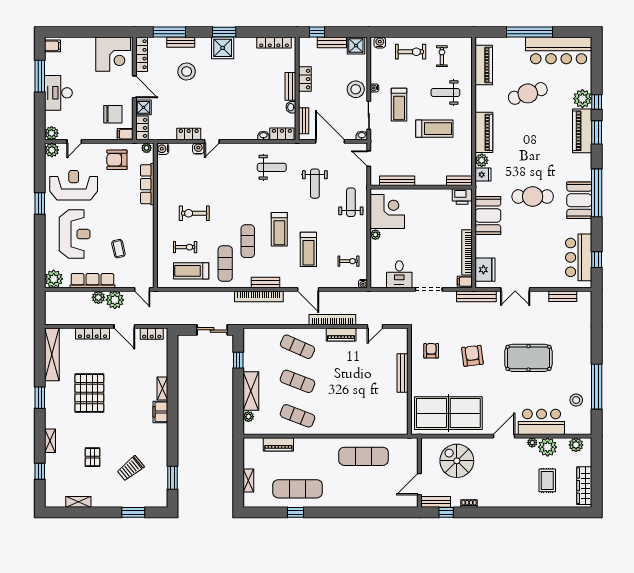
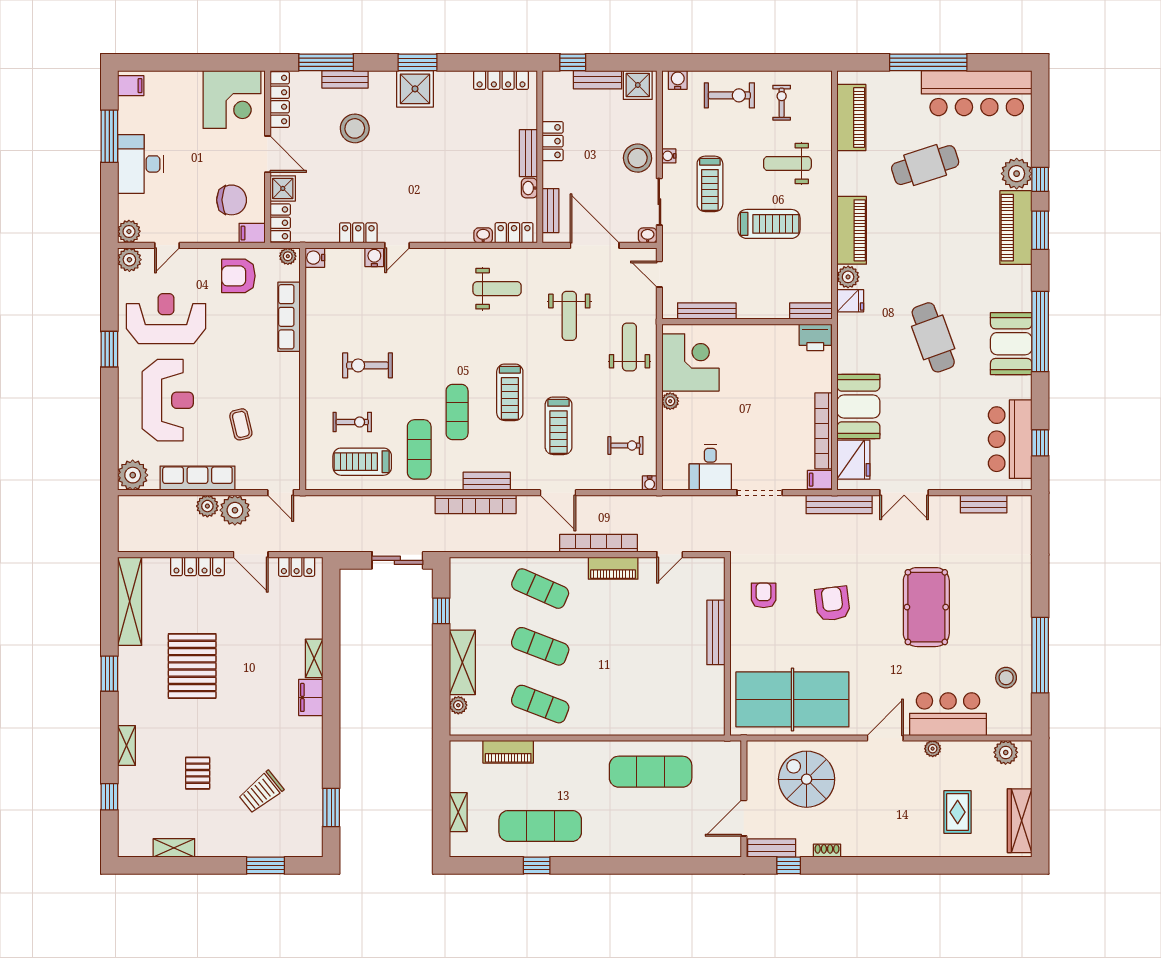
cafe table: (533, 197) -> (933, 337), turned 70
booth: (488, 215) -> (858, 407), moved
pool table: (528, 358) -> (926, 607), turned 90
plant: (548, 447) -> (958, 756), removed

